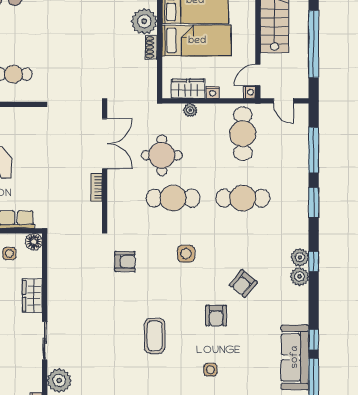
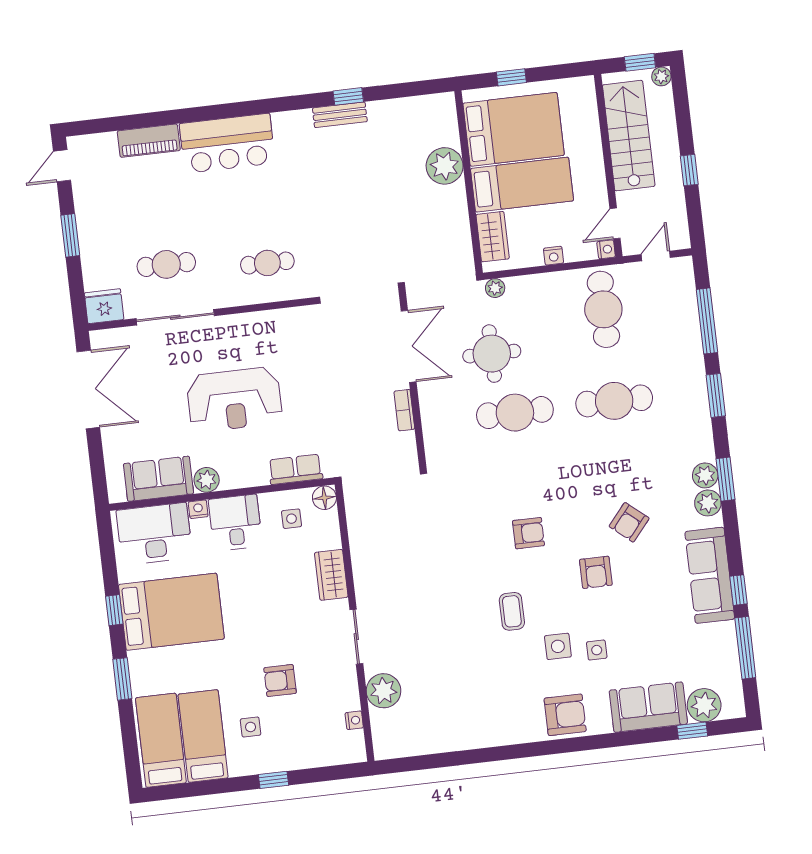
window: (314, 44) -> (689, 170), width x0.32
shoe rack: (151, 47) -> (459, 202), removed
wardrobe: (188, 89) -> (493, 237), moved, turned 90
door: (283, 101) -> (656, 256), swing flipped
plant: (190, 110) -> (495, 288), moved
side table: (186, 254) -> (558, 646), moved
window: (314, 261) -> (725, 479), width x1.50
armchair: (125, 262) -> (528, 533), moved
coffee table: (155, 336) -> (512, 611), width x0.73, depth x0.77
sofa: (295, 357) -> (710, 575), moved

